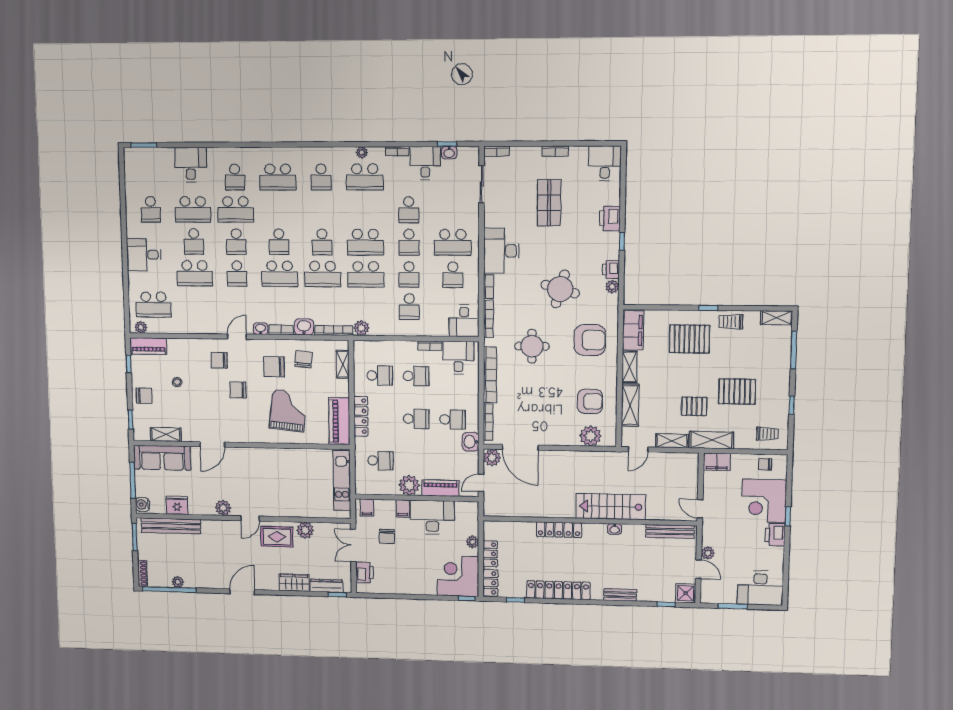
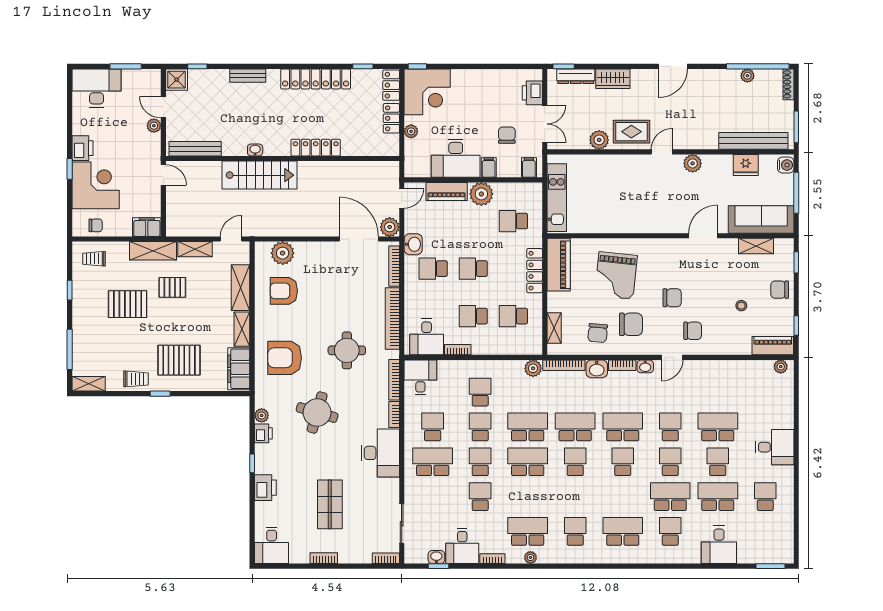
school desk: (154, 305) -> (765, 392), removed

